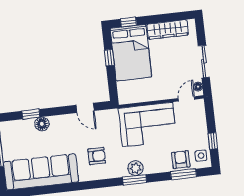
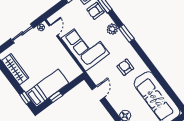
bed: (131, 53) -> (47, 88), width x0.67
door: (186, 99) -> (53, 30), swing flipped
plant: (136, 168) -> (112, 29), moved

